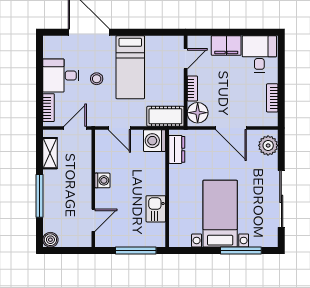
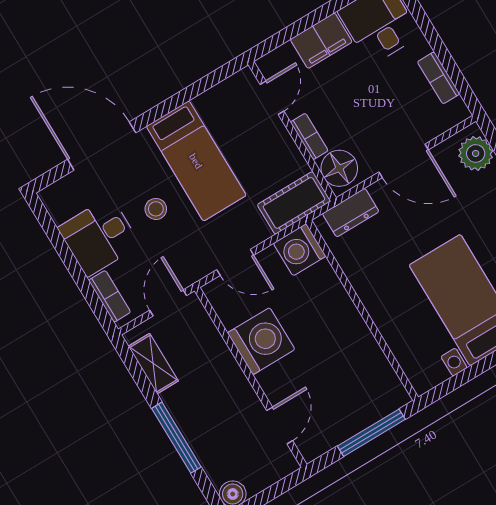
dresser: (177, 149) -> (351, 213), moved, turned 90
washing machine: (102, 180) -> (261, 341), width x1.89, depth x1.89
kitchen sink: (156, 209) -> (364, 351), removed

